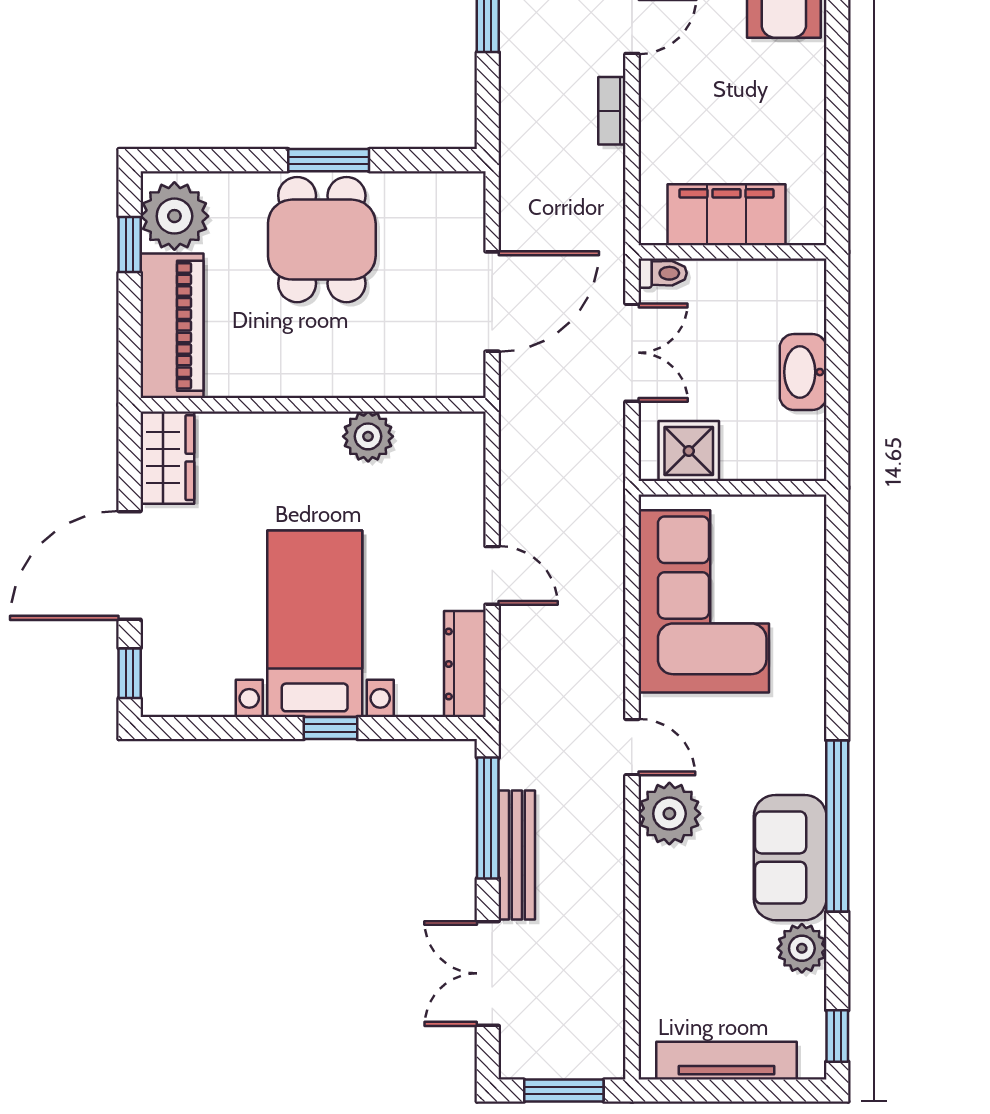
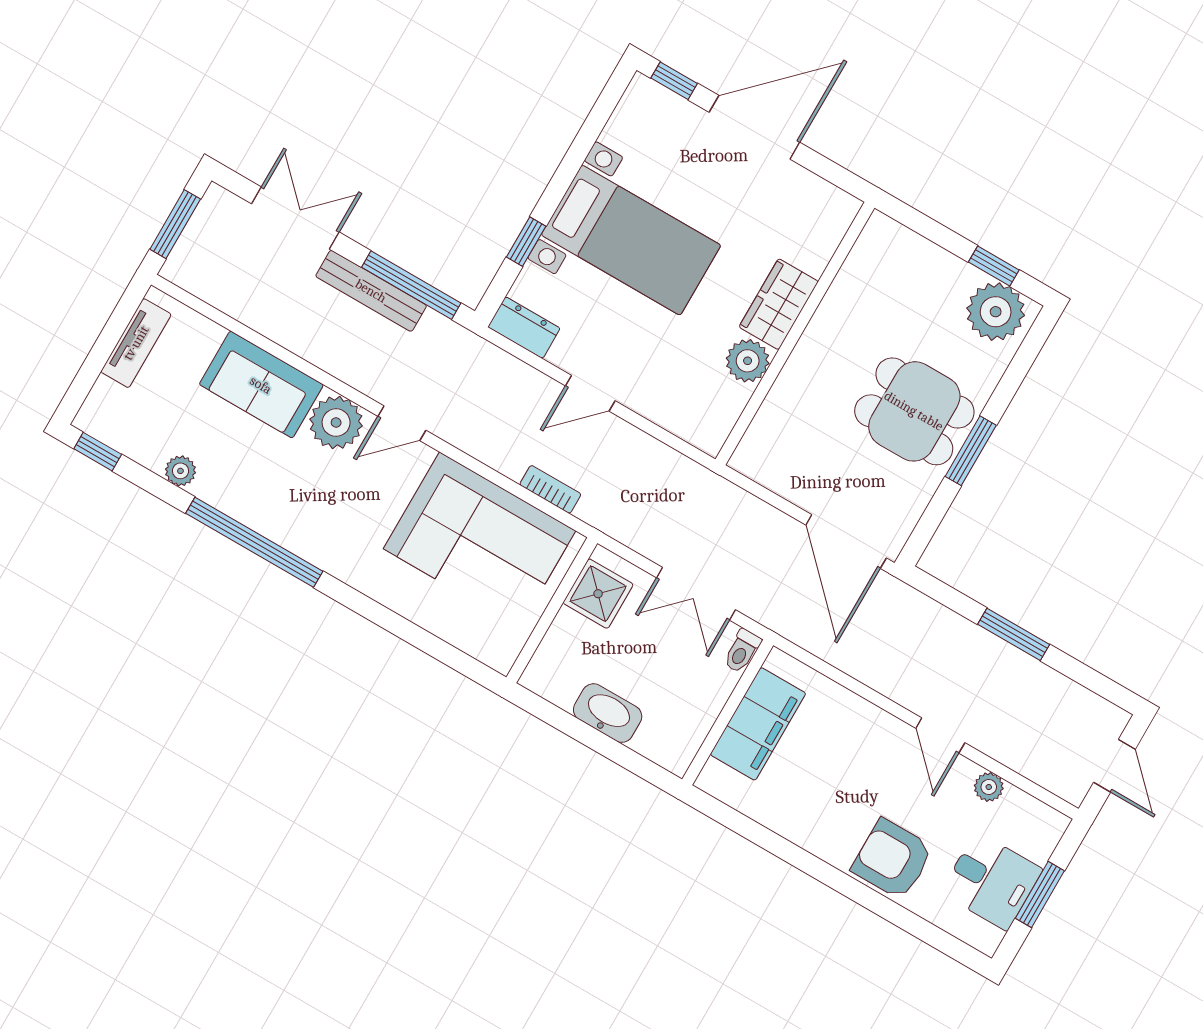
bookcase: (612, 111) -> (550, 489), moved
door: (492, 301) -> (846, 542), moved
piano: (172, 326) -> (915, 262), removed
wardrobe: (167, 458) -> (779, 304), moved, turned 90
door: (130, 565) -> (754, 127), hinge flipped
dresser: (465, 664) -> (524, 328), width x0.70
window: (331, 728) -> (526, 242), moved
sofa: (790, 858) -> (261, 385), moved, turned 180
plant: (802, 948) -> (180, 471), width x0.73, depth x0.73
tv unit: (726, 1061) -> (136, 343), width x0.71

